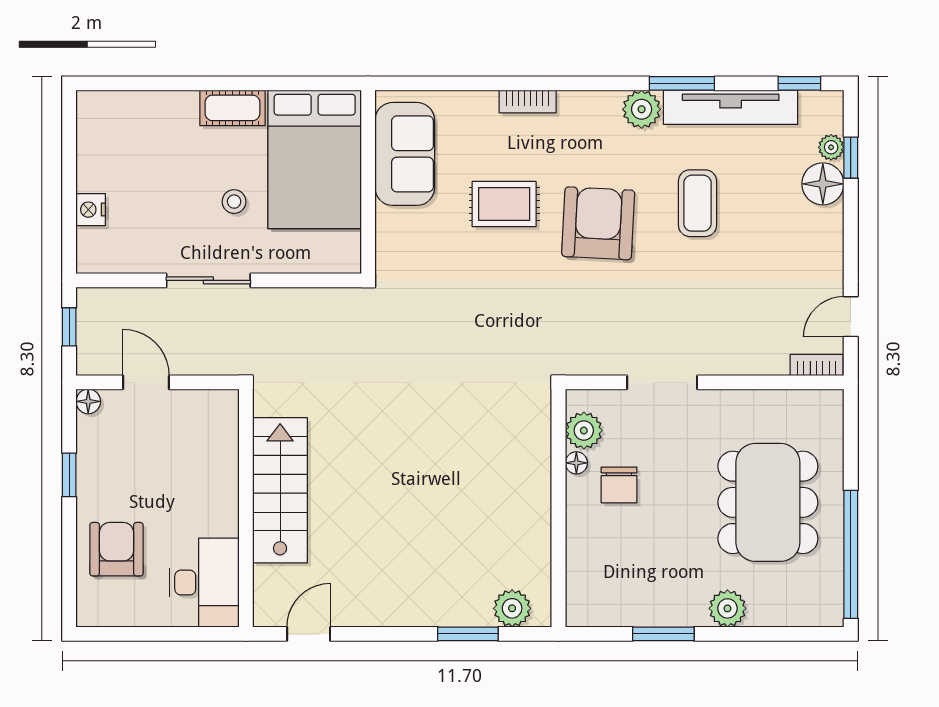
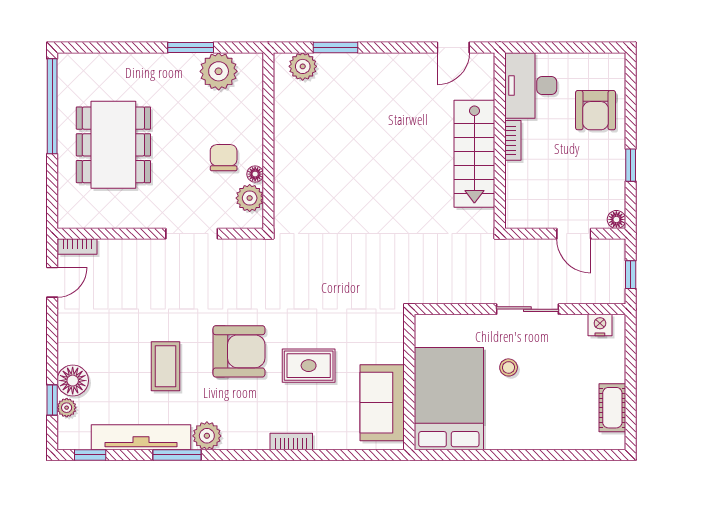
cot: (232, 108) -> (612, 408), moved, turned 90
nightstand: (91, 210) -> (600, 325), moved, turned -90
armchair: (598, 223) -> (239, 351), turned -93
bookcase: (228, 508) -> (513, 140), added
plant: (727, 608) -> (219, 71), moved, width x1.36, depth x1.36

